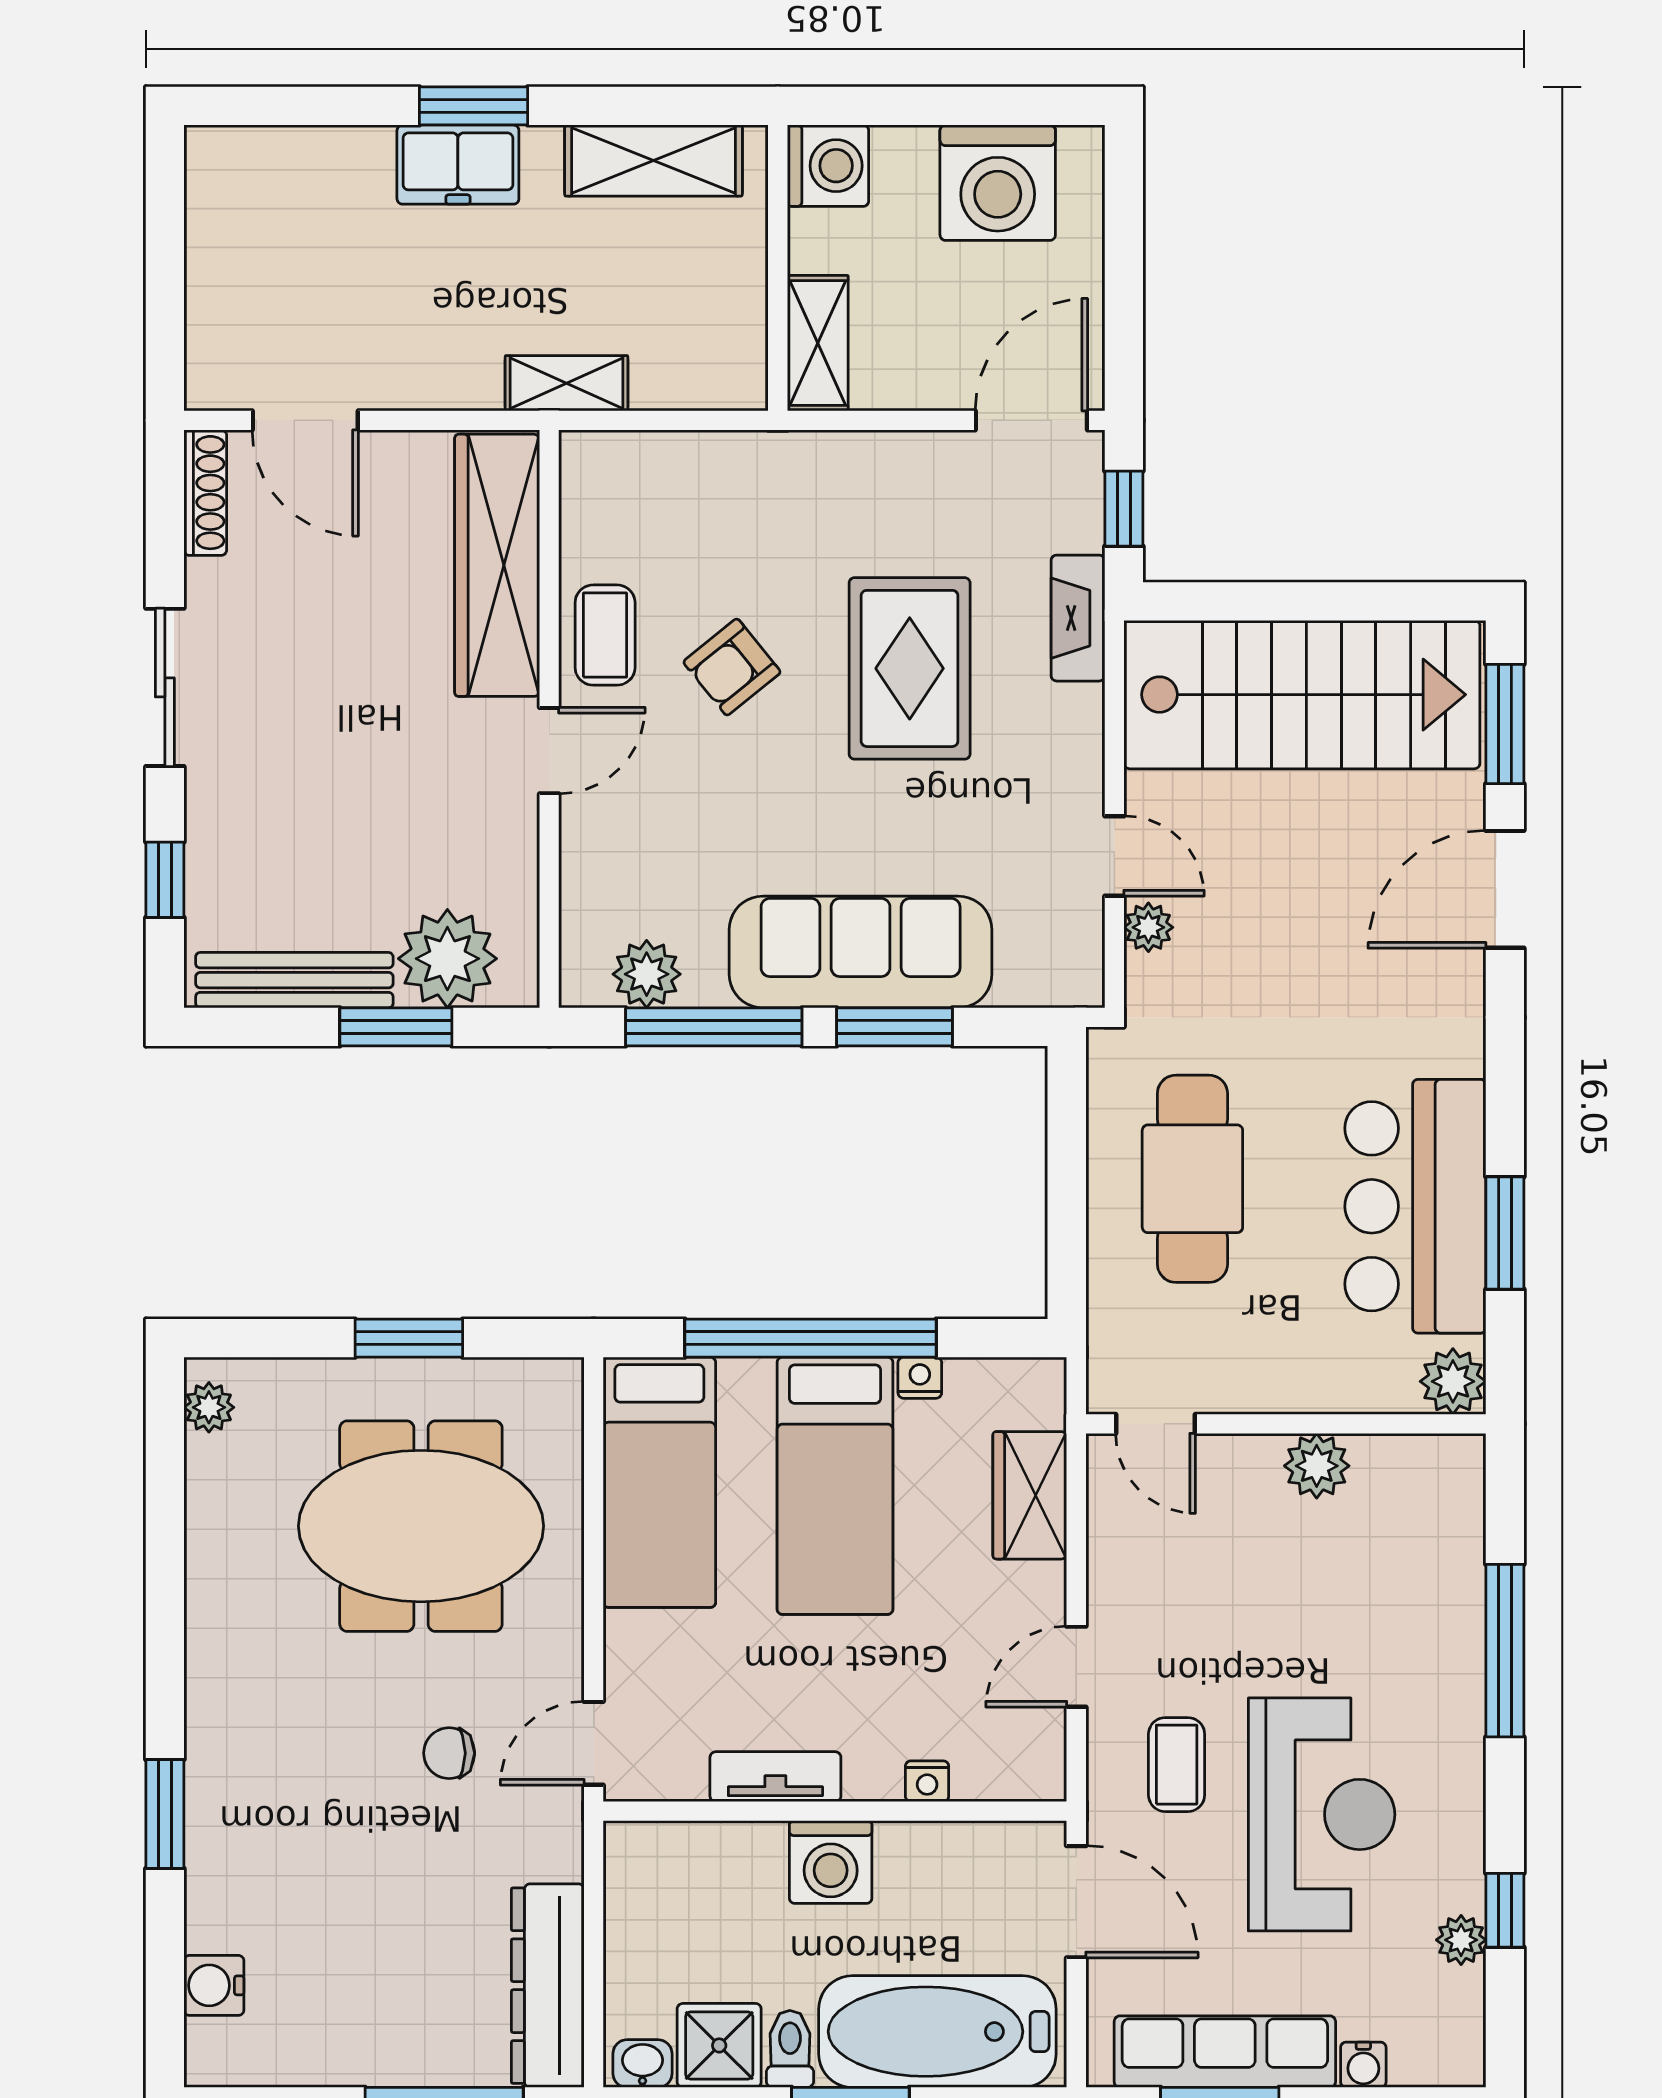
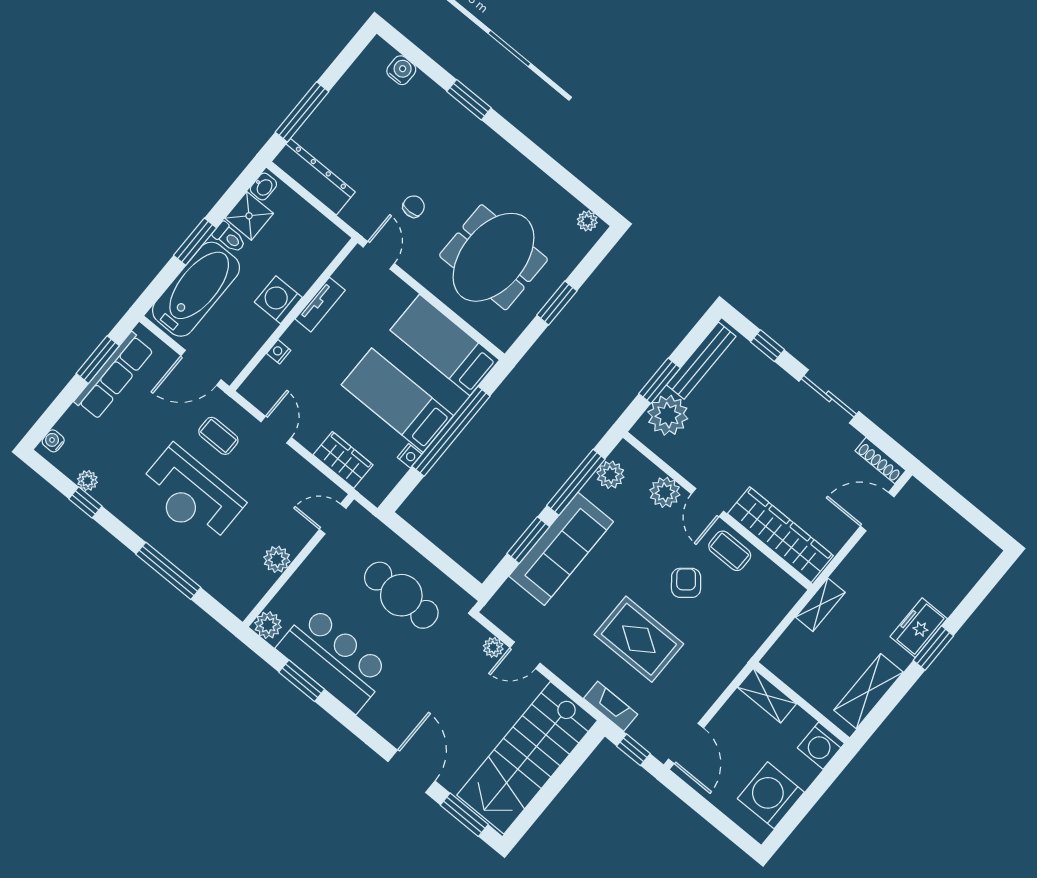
plant: (596, 846) -> (665, 492), added
reception desk: (1322, 1814) -> (191, 495), moved
water cooler: (1363, 2065) -> (53, 441), moved

